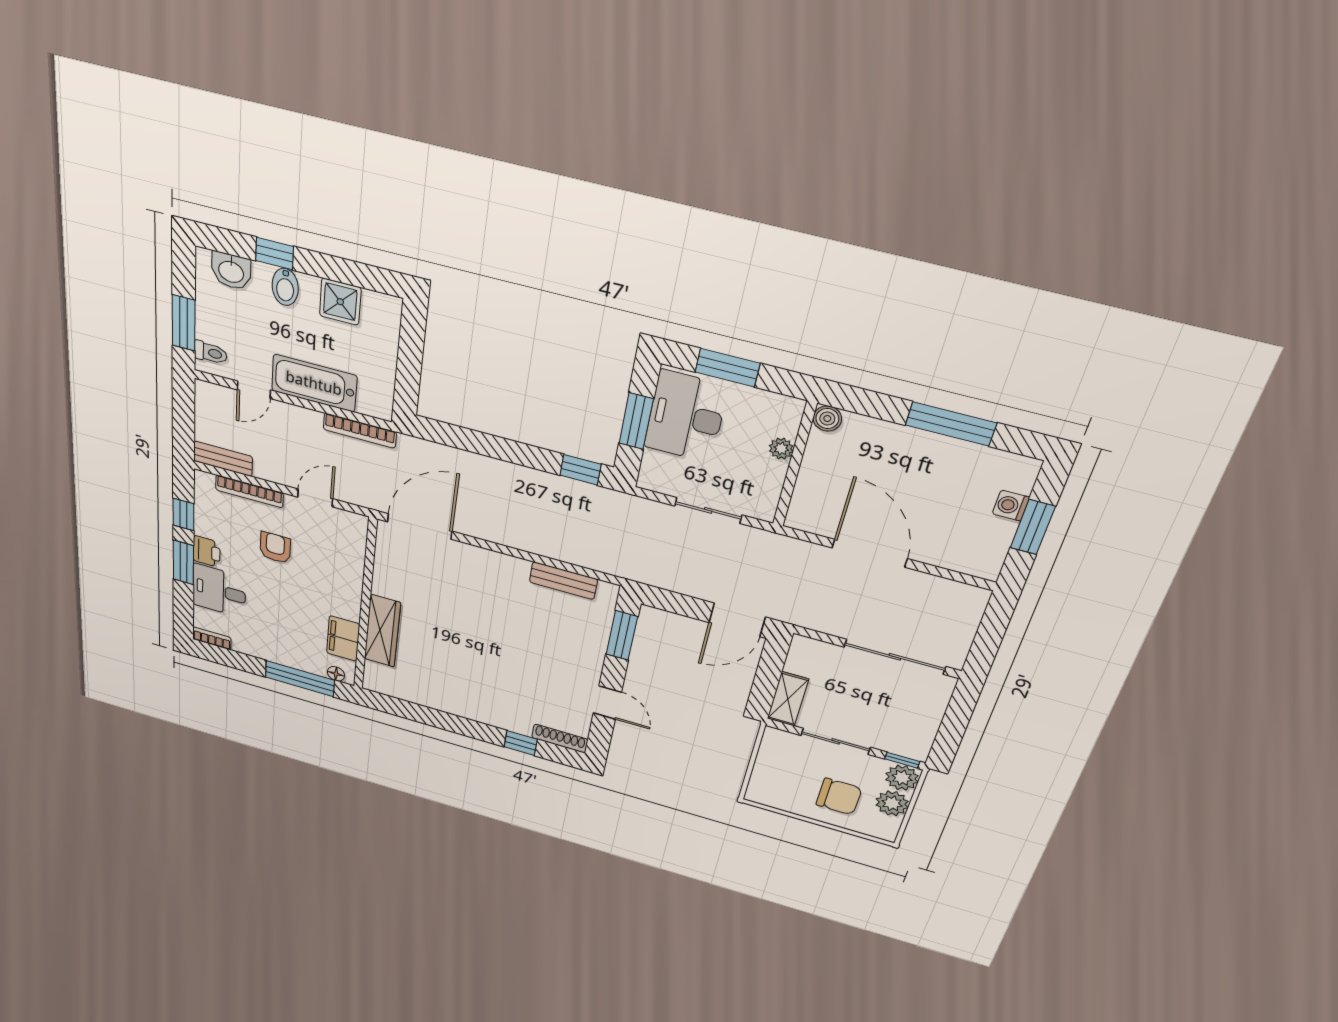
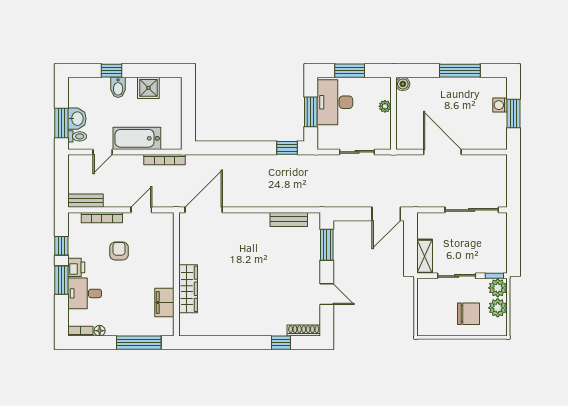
washbasin: (231, 271) -> (77, 119), moved, turned -90
floor lamp: (336, 674) -> (100, 331), moved

